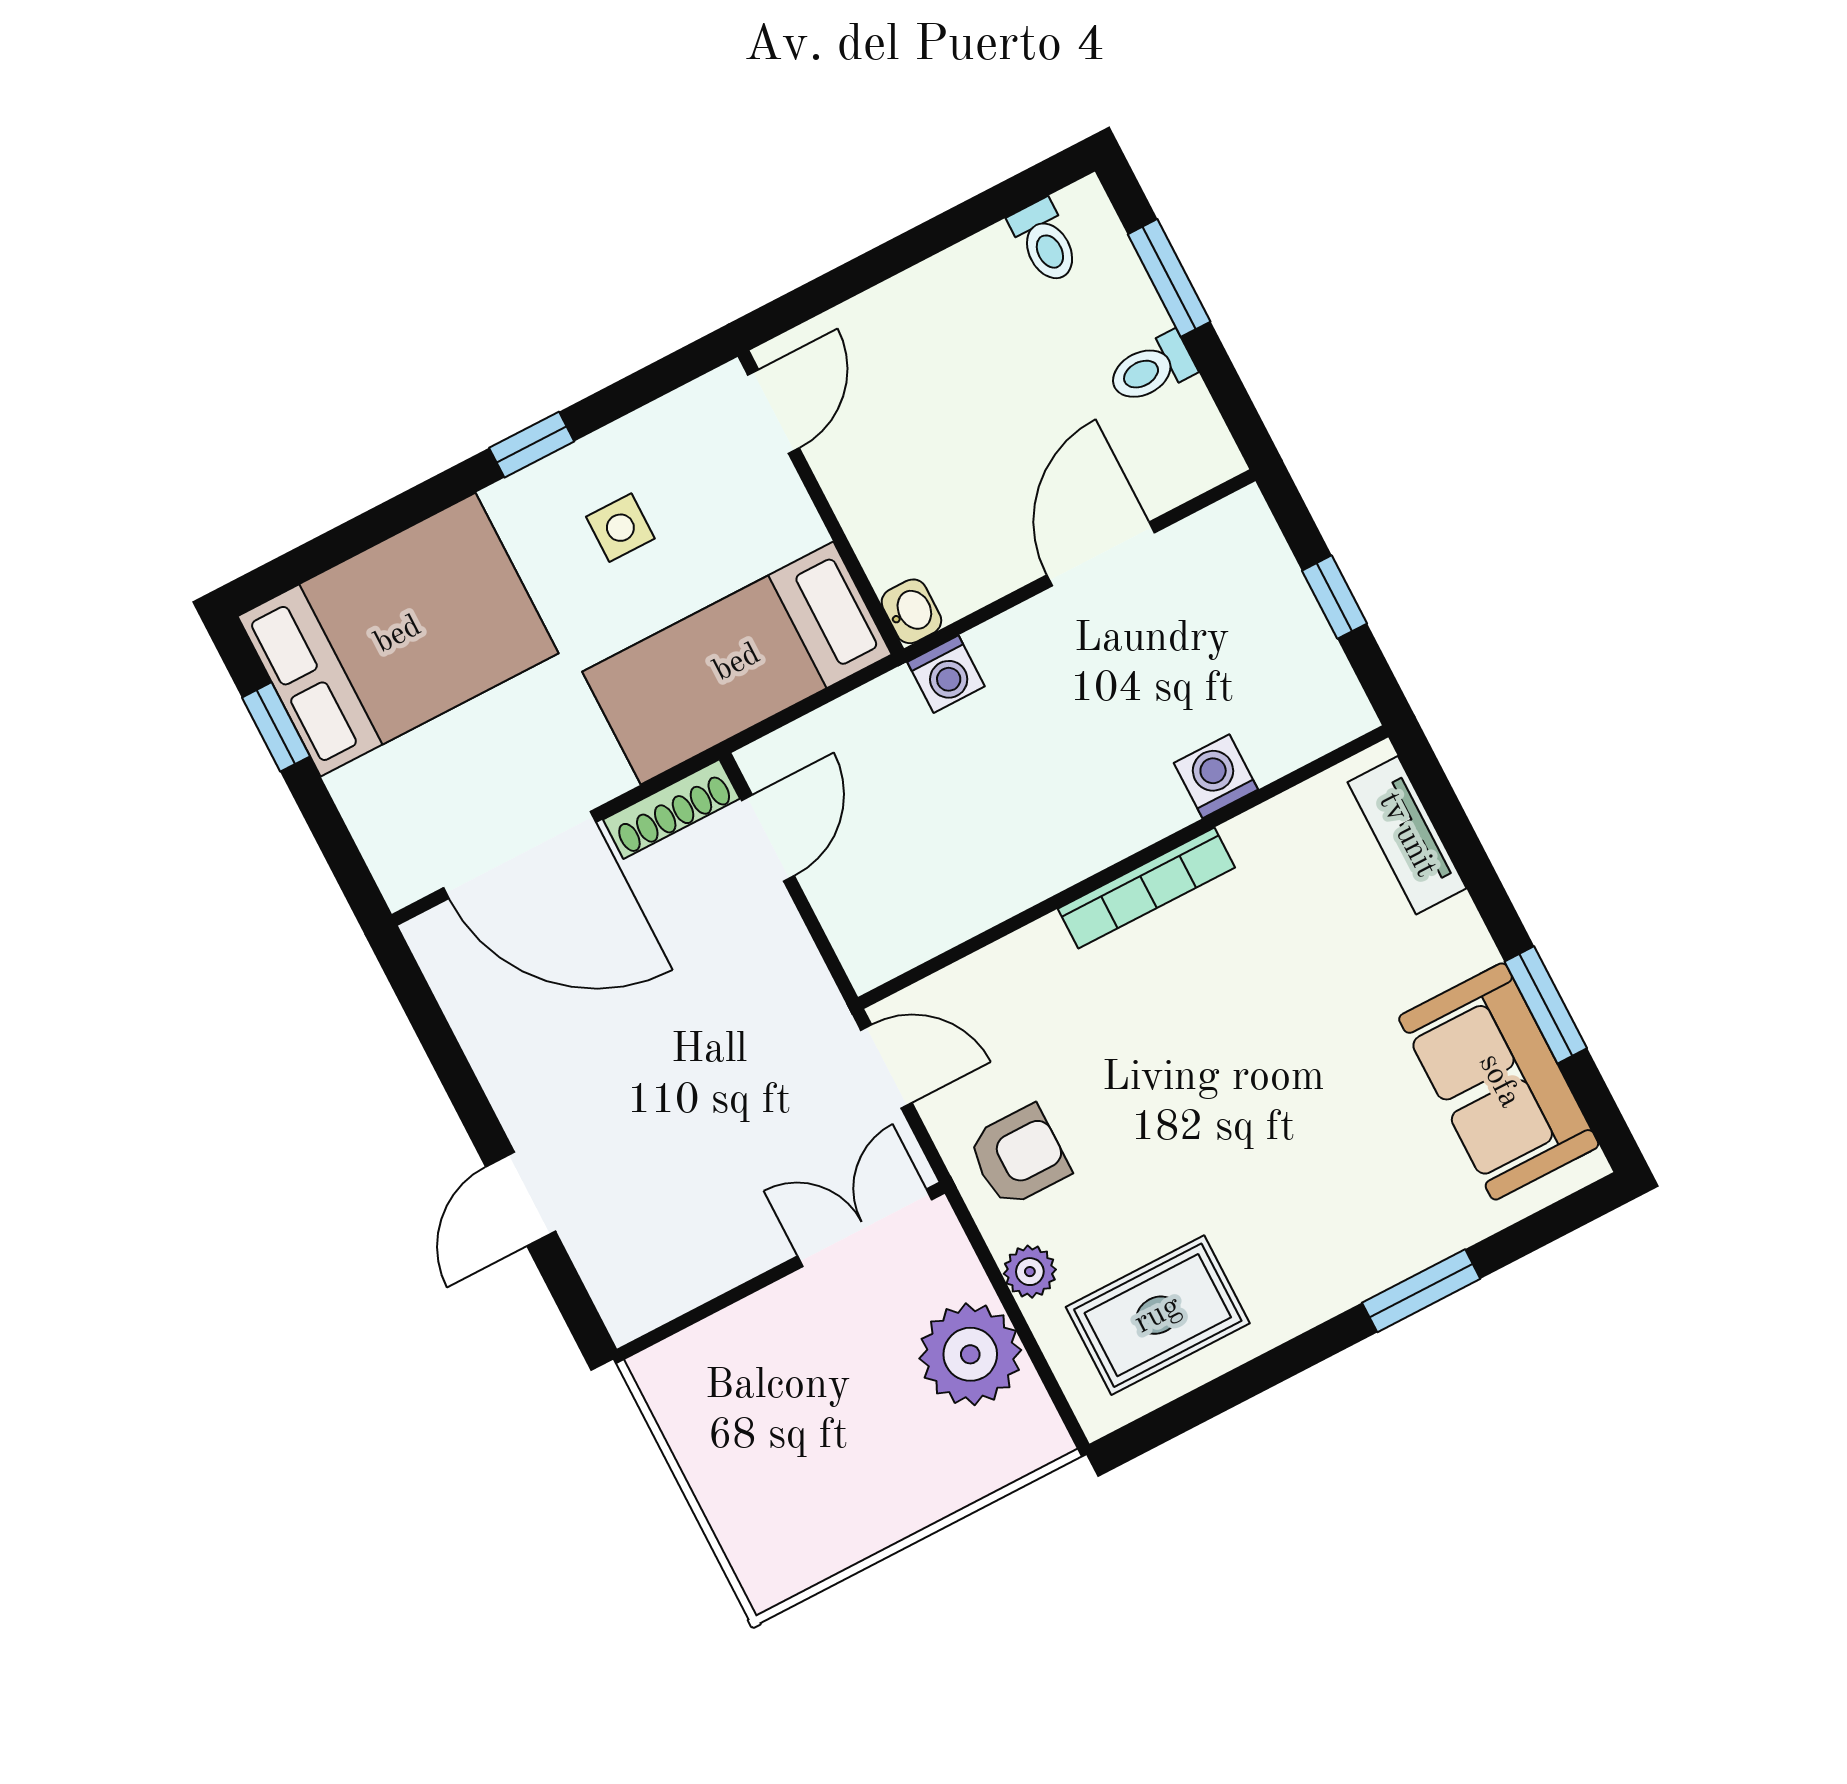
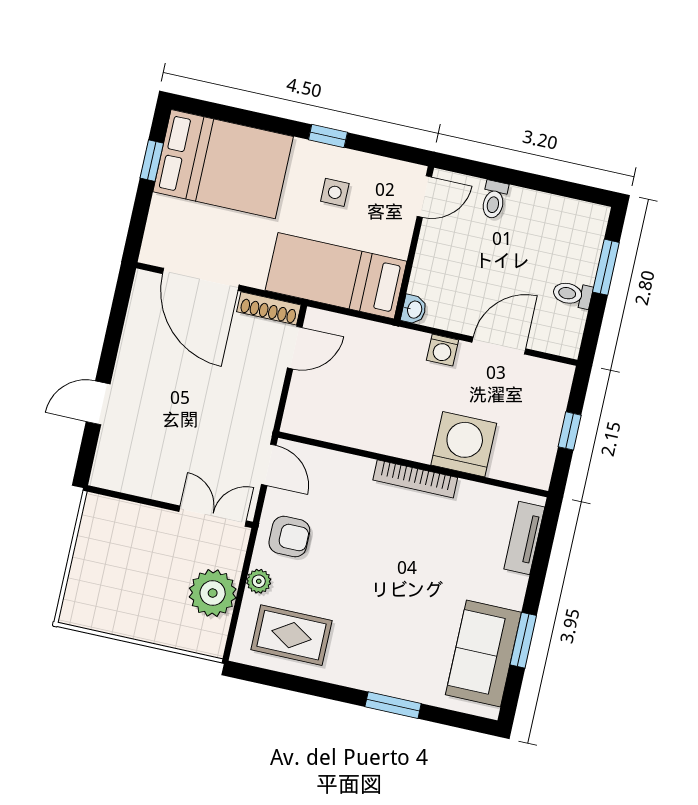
toilet: (1045, 242) -> (494, 200), moved
washing machine: (946, 674) -> (442, 350), moved
washing machine: (1216, 776) -> (464, 444), width x1.89, depth x1.89

